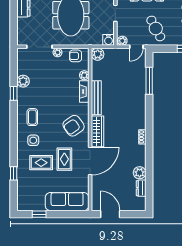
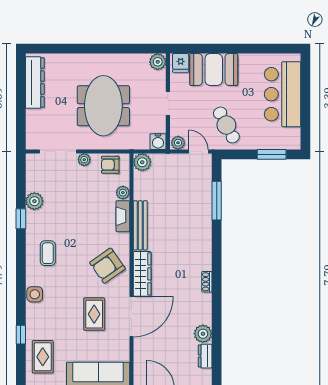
door: (136, 47) -> (198, 151), swing flipped
side table: (33, 140) -> (35, 294), moved
rug: (41, 163) -> (43, 357), moved, turned 90

